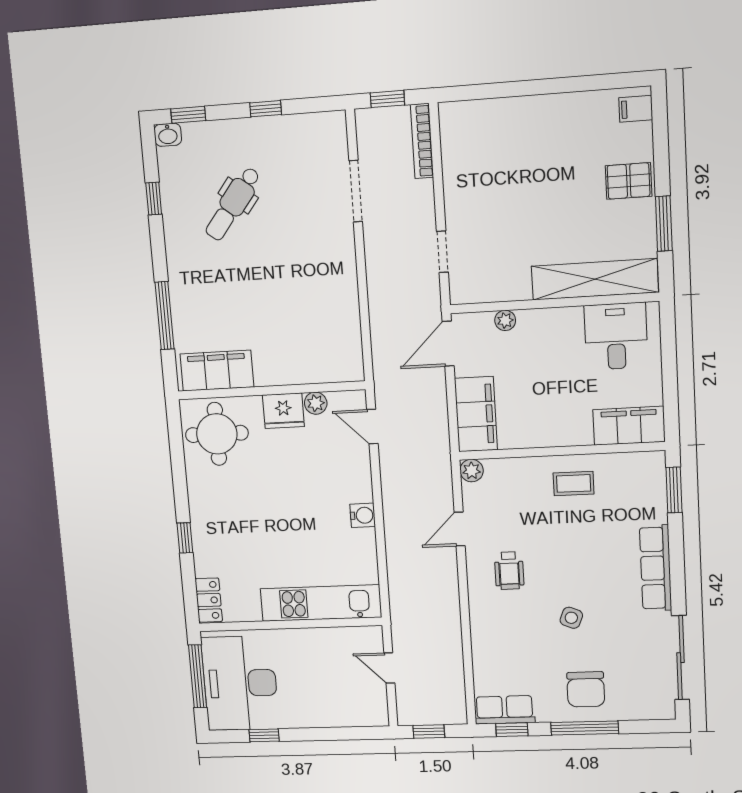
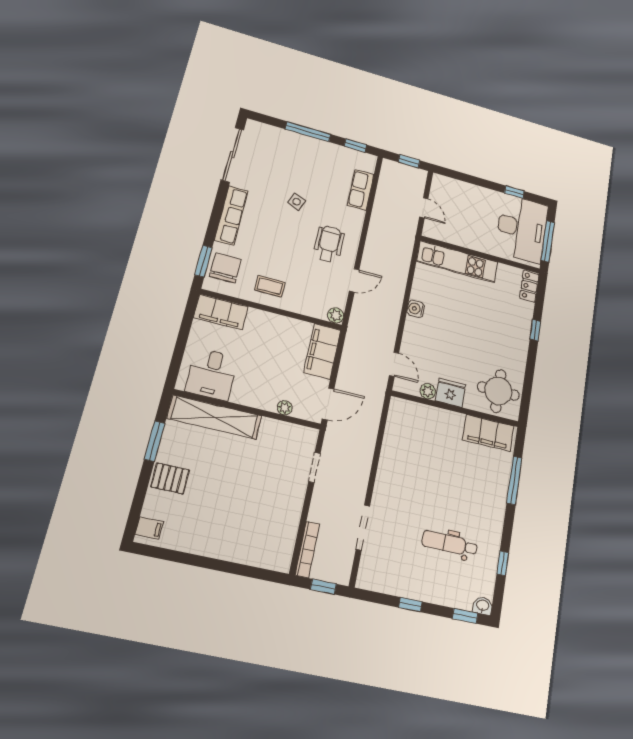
dental chair: (233, 204) -> (450, 544), turned -128
wheelchair: (509, 571) -> (329, 244), width x1.36, depth x1.37
chair: (586, 689) -> (225, 268), moved
row of seats: (505, 710) -> (361, 190), moved, turned 90

